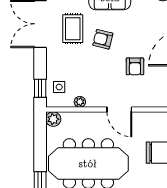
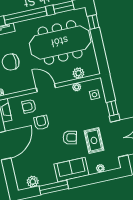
window: (40, 88) -> (112, 108), moved
armchair: (146, 91) -> (29, 106), added
plant: (53, 119) -> (78, 73), moved

